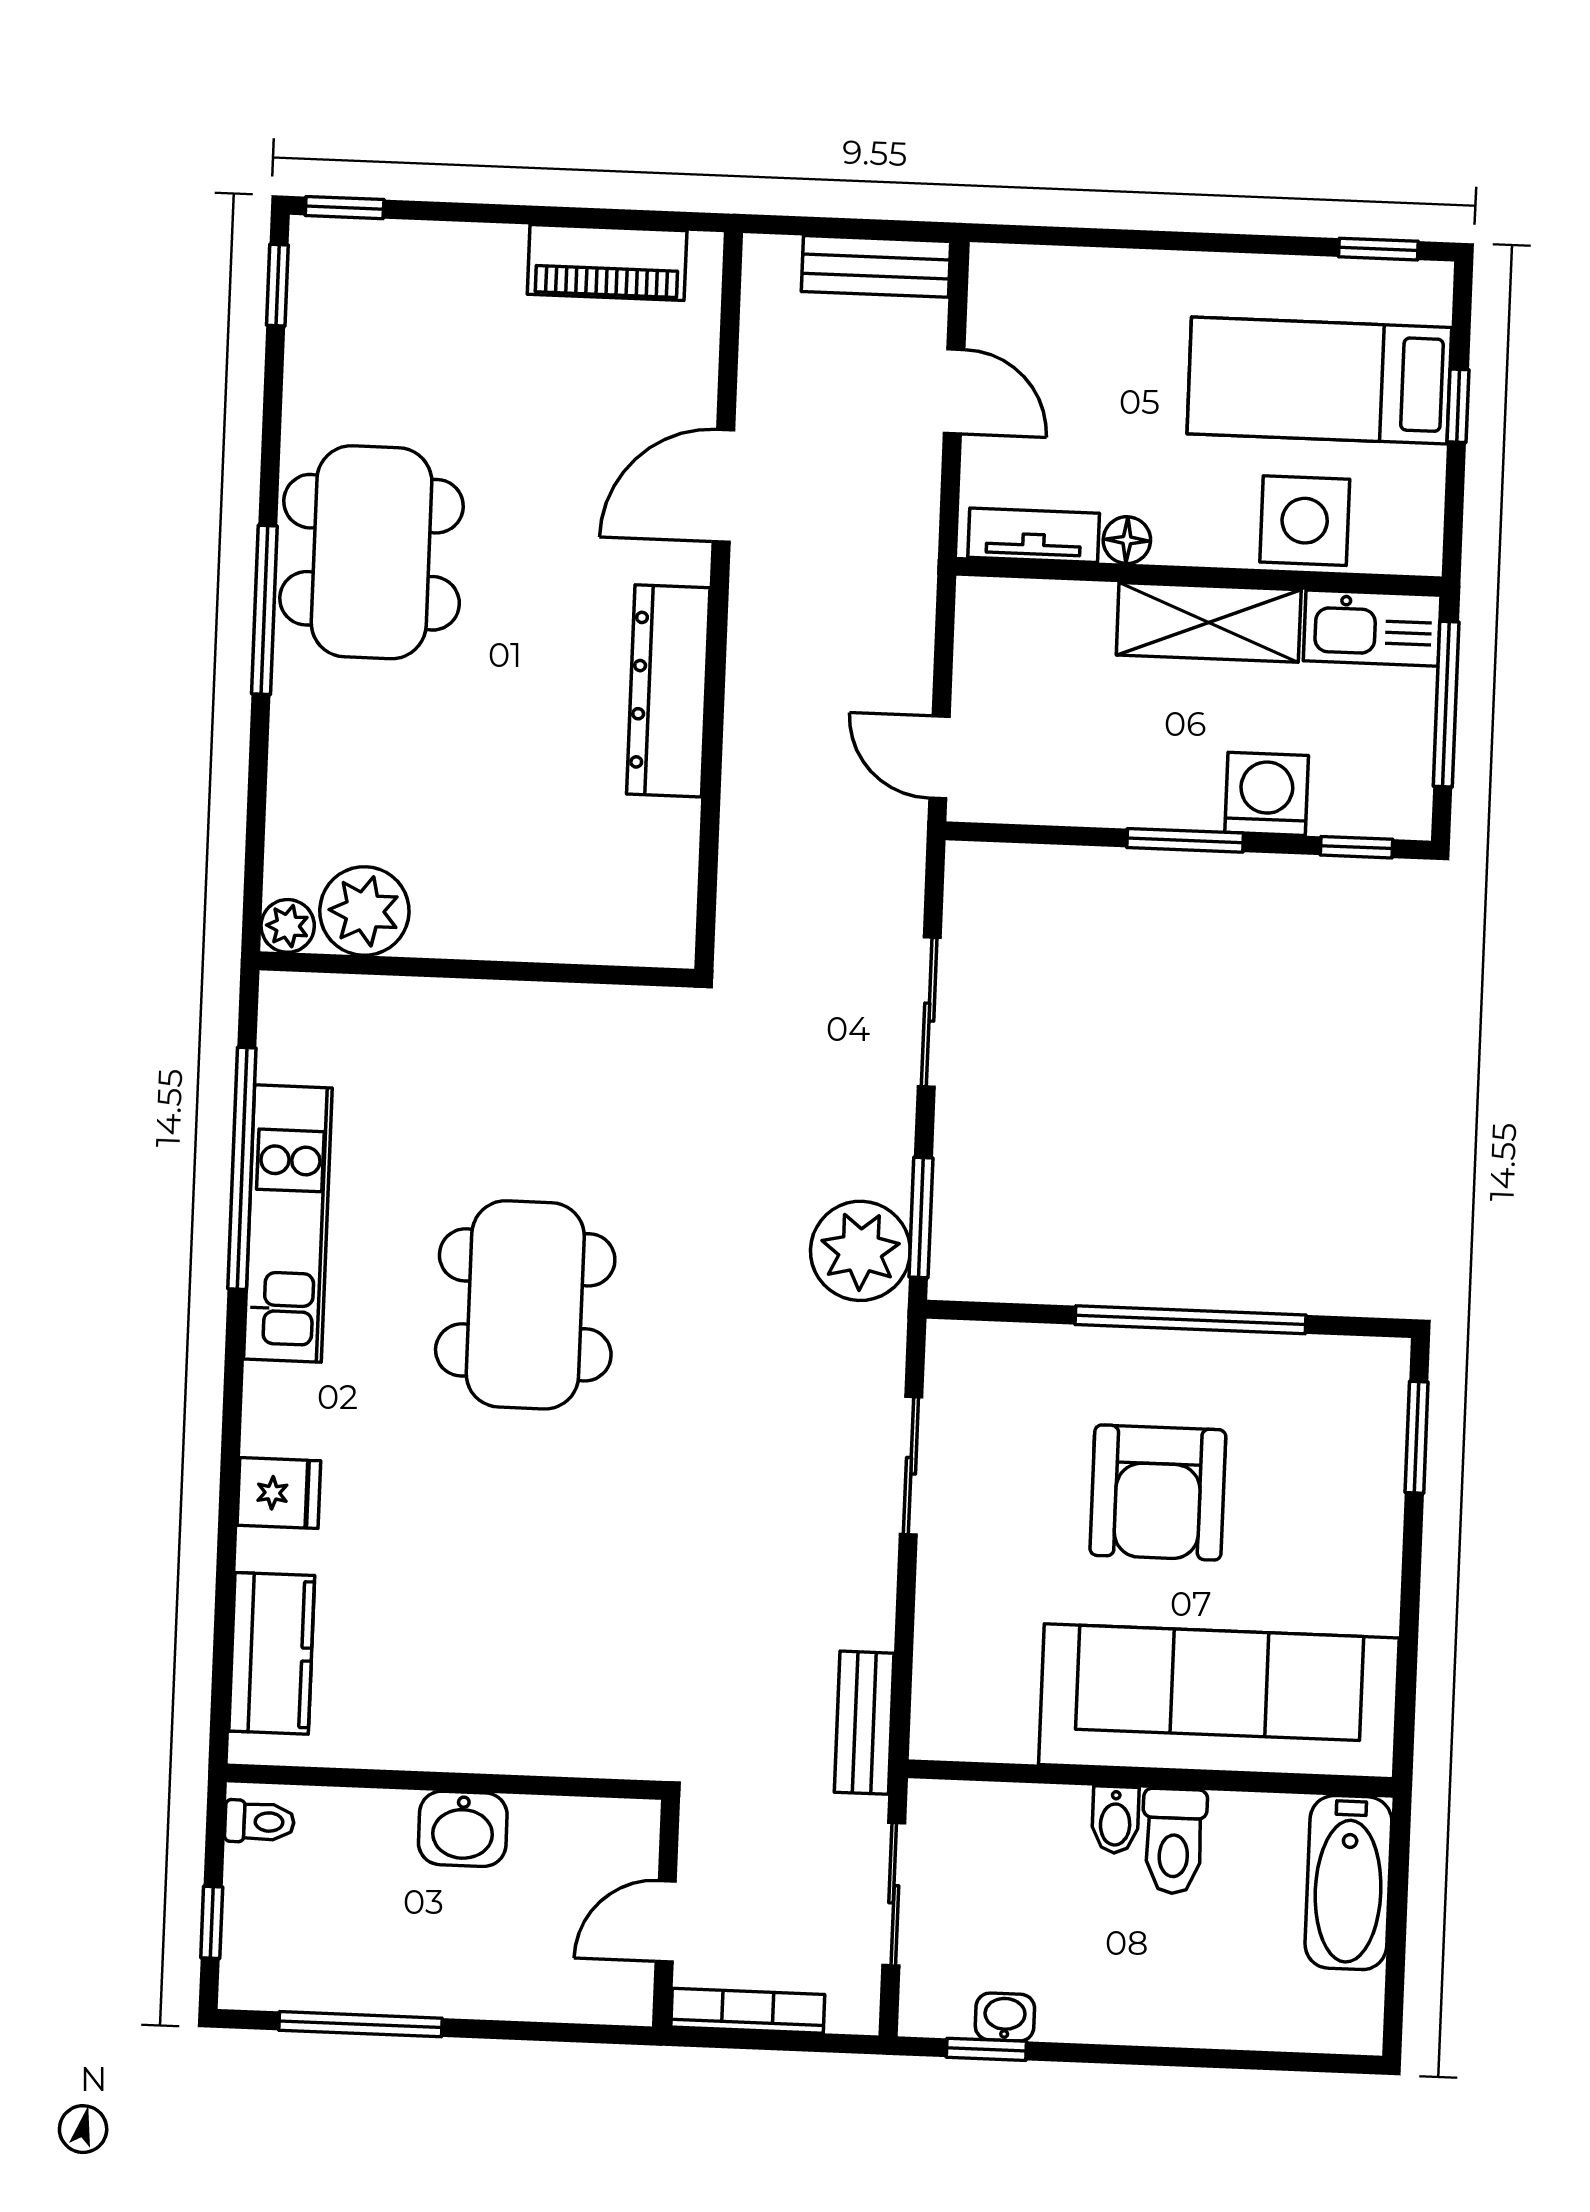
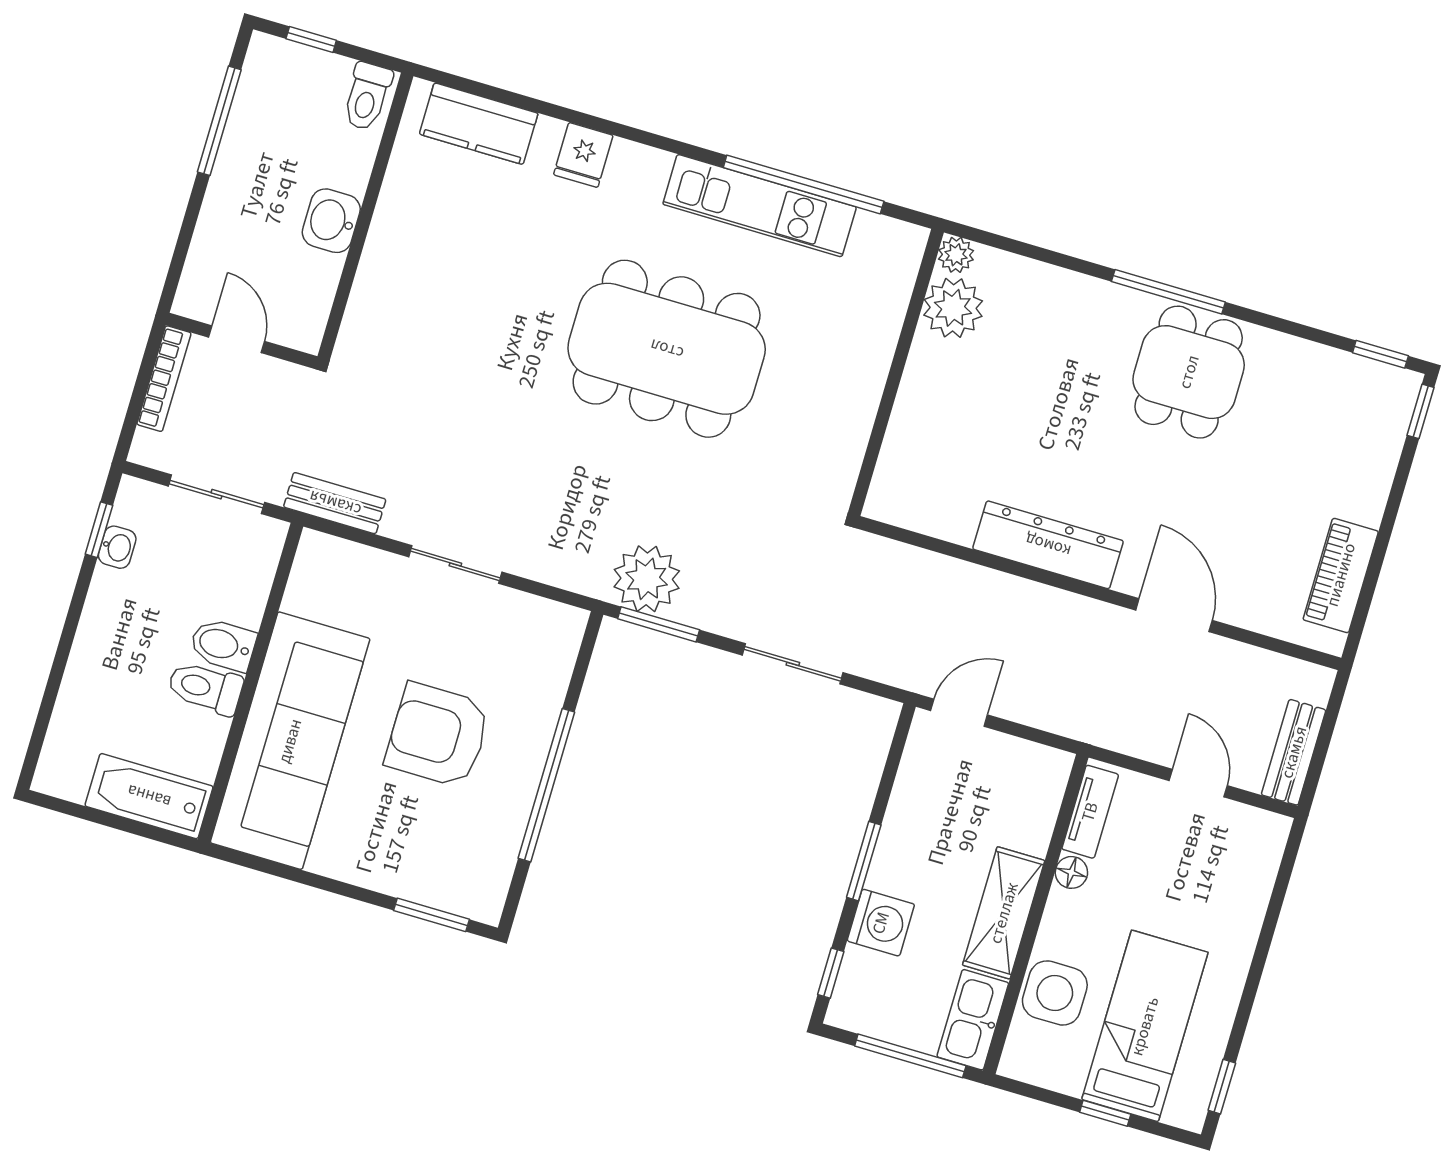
door: (954, 391) -> (1198, 783), swing flipped
dining table: (372, 552) -> (1189, 372), width x0.73
dining table: (525, 1305) -> (667, 349), width x1.36, depth x1.24
sliding door: (911, 1466) -> (455, 565), moved
bidet: (1115, 1820) -> (223, 645), width x1.38, depth x1.36
toilet: (259, 1822) -> (367, 96), width x1.37, depth x1.39

